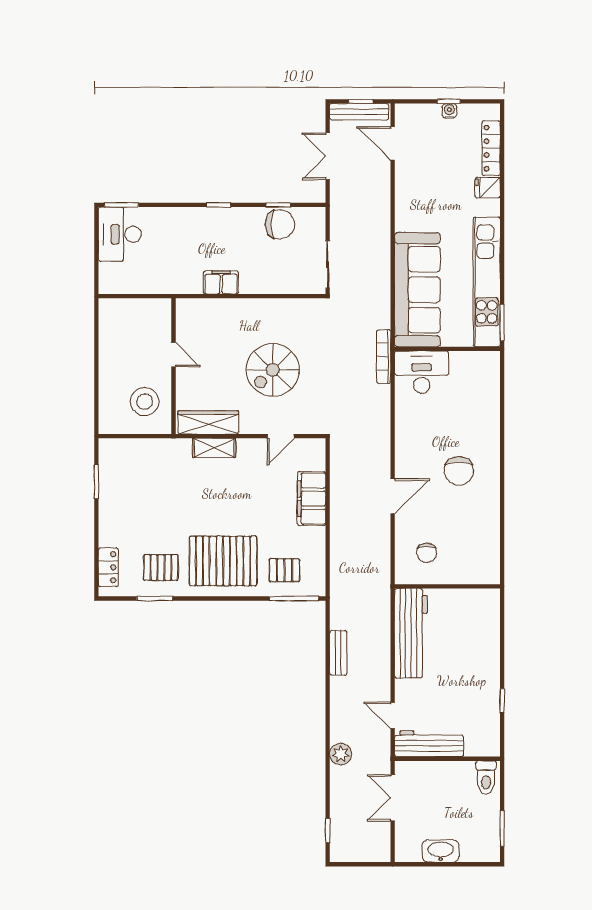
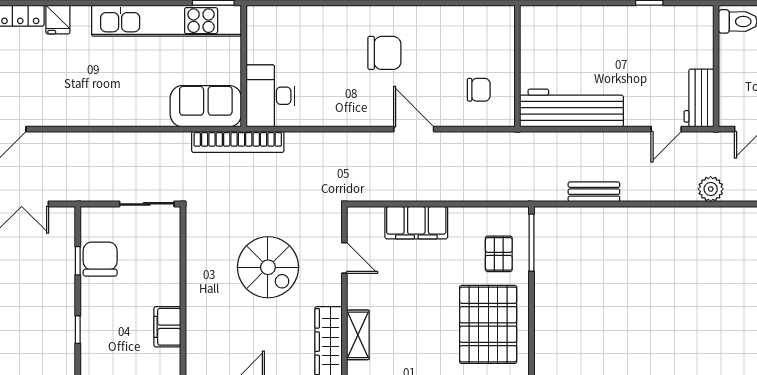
sofa: (417, 290) -> (206, 106), width x0.54, depth x0.79
bookcase: (384, 357) -> (238, 142), width x1.48, depth x1.31
workbench: (429, 744) -> (699, 98), width x0.73

